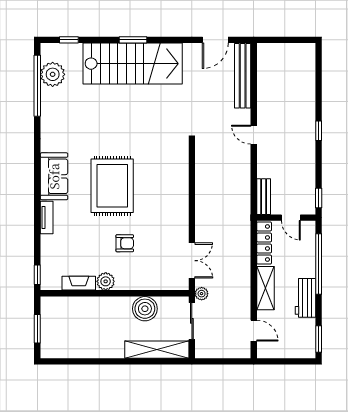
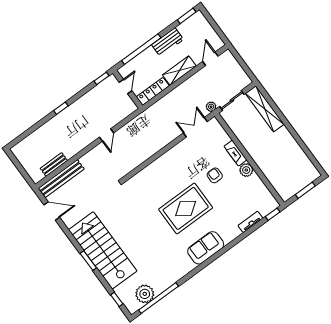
door: (254, 135) -> (106, 135), moved
bench: (264, 197) -> (54, 164), moved
tv unit: (47, 217) -> (250, 222), moved
fireplace: (79, 283) -> (235, 153), moved
boiler: (145, 309) -> (245, 134), removed

